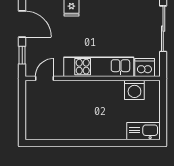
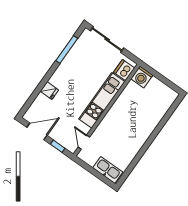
washing machine: (134, 90) -> (142, 77), moved, turned 90
kitchen sink: (144, 131) -> (108, 170), moved, turned 90

